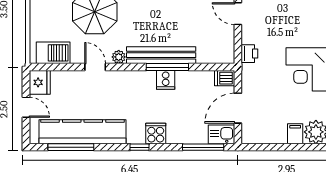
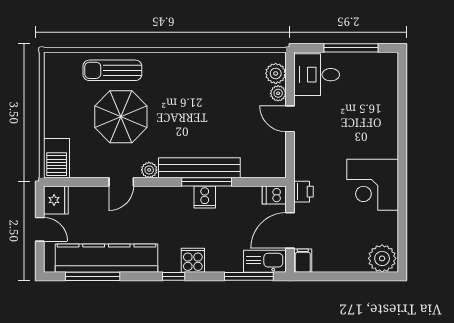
barbecue: (53, 53) -> (57, 158), moved, turned 90
printer: (249, 54) -> (304, 192), moved
door: (95, 67) -> (121, 182), swing flipped
kitchen sink: (221, 134) -> (265, 261), width x1.38
filing cabinet: (295, 134) -> (303, 261), moved

